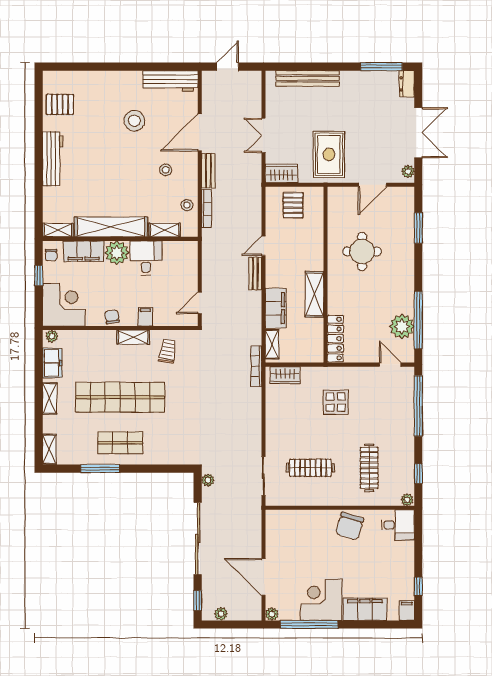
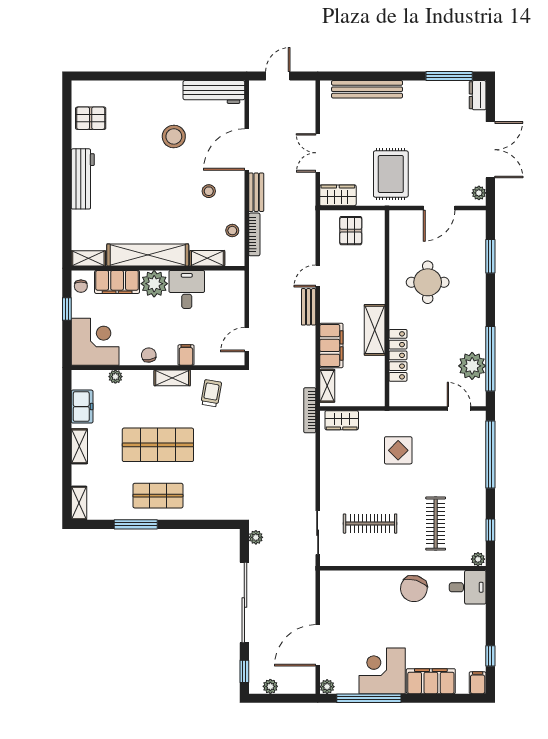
plant: (52, 336) -> (115, 377), moved
locker: (335, 339) -> (398, 355), moved
shop shelf: (120, 397) -> (158, 445), width x0.71
door: (263, 577) -> (318, 645), hinge flipped

